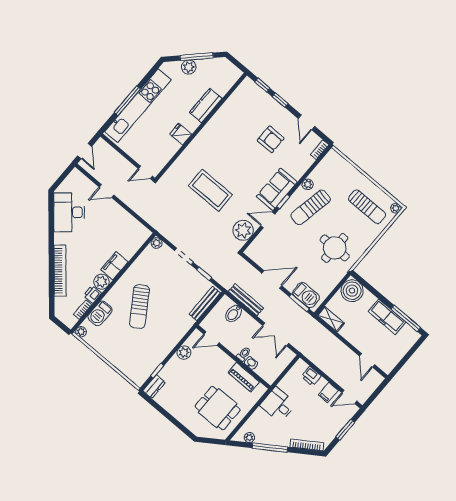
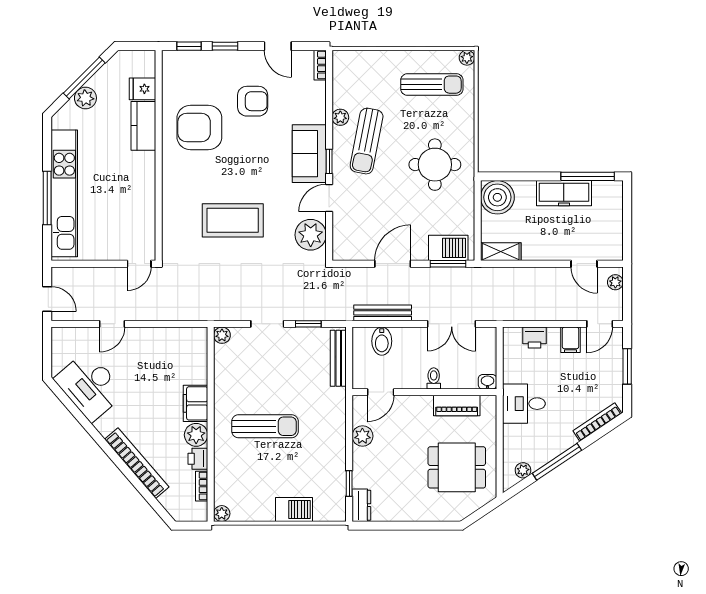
armchair: (233, 130) -> (199, 127), added
fridge: (181, 134) -> (142, 89), moved
sun lounger: (139, 307) -> (265, 426), turned -57
barbecue: (100, 313) -> (294, 510), moved, turned -90
washbasin: (251, 363) -> (488, 382), moved
plant: (375, 383) -> (615, 282), added

